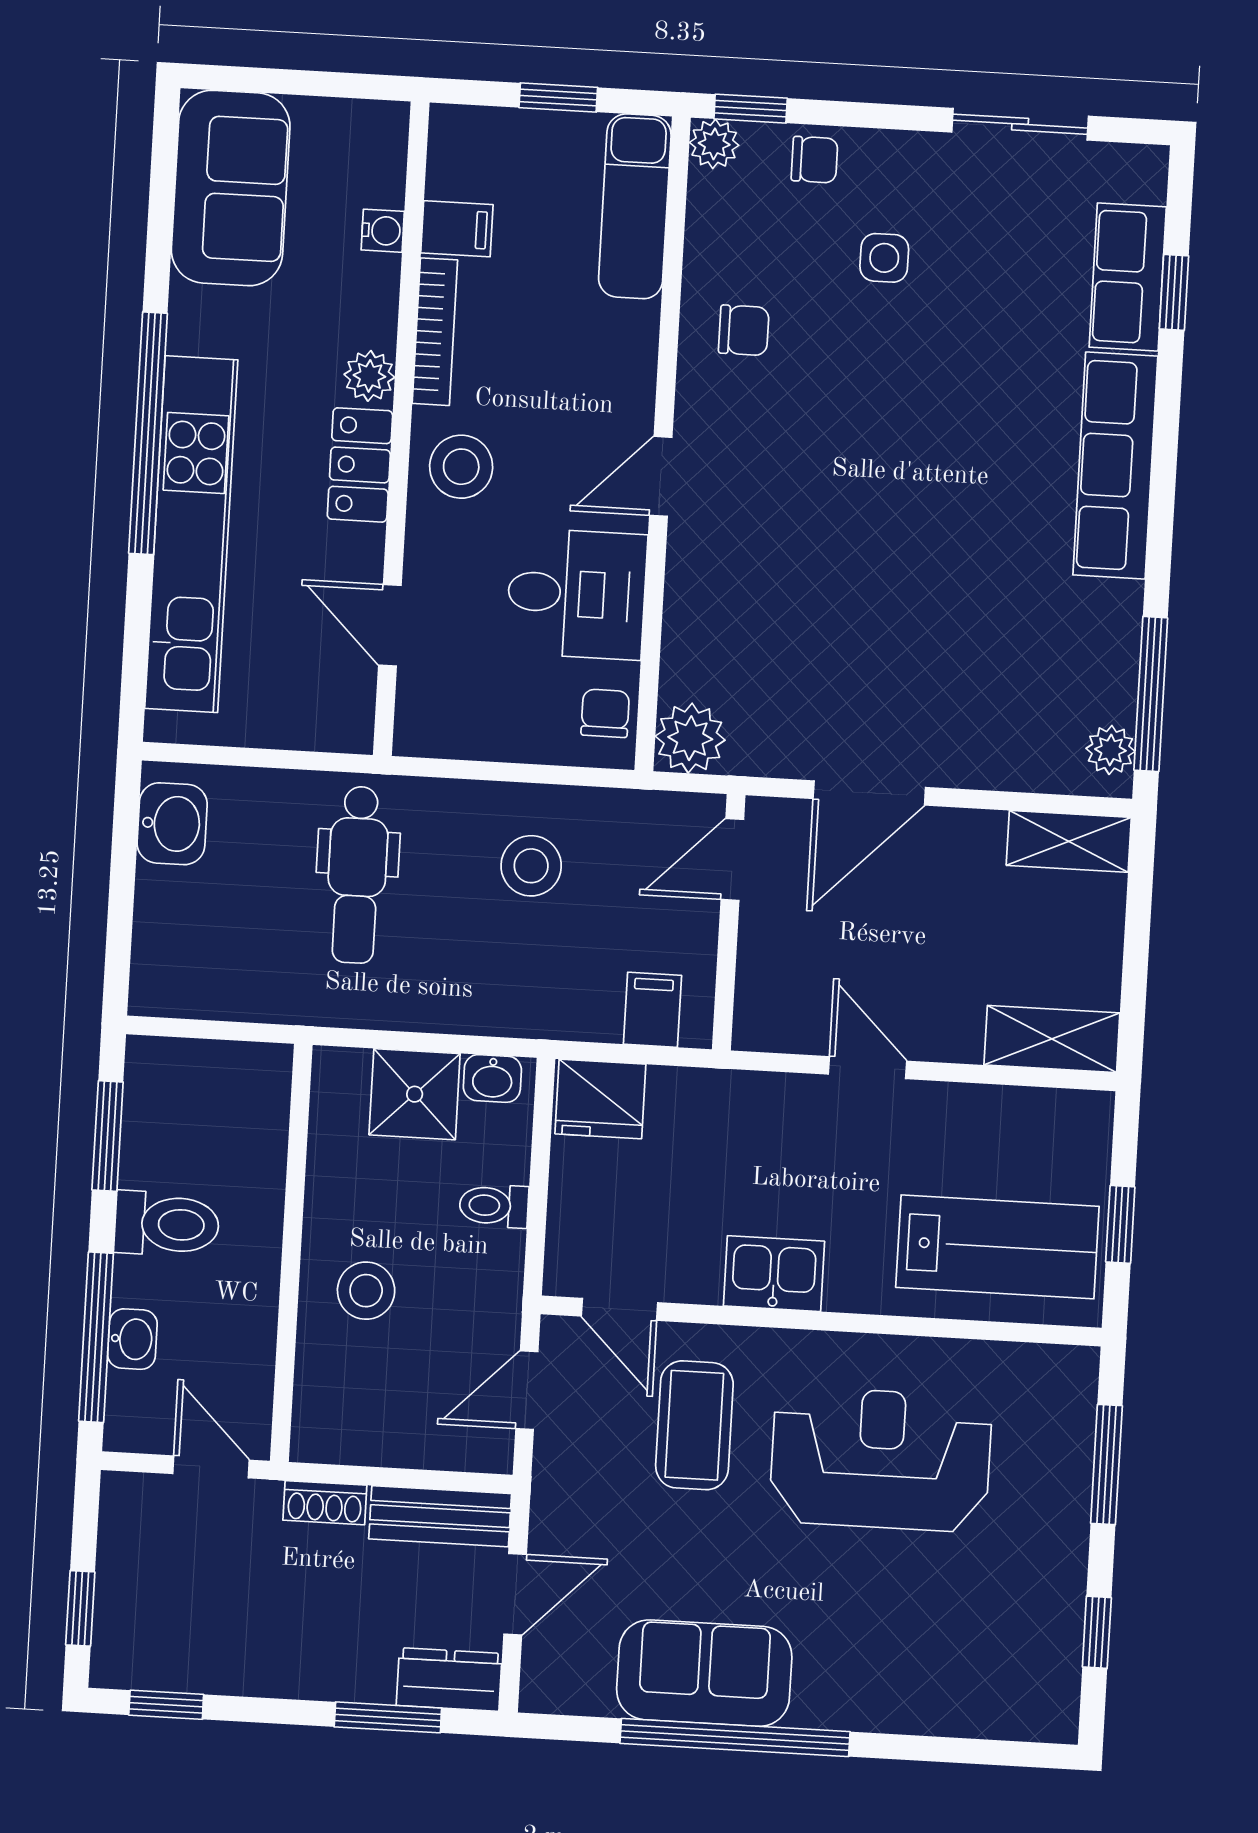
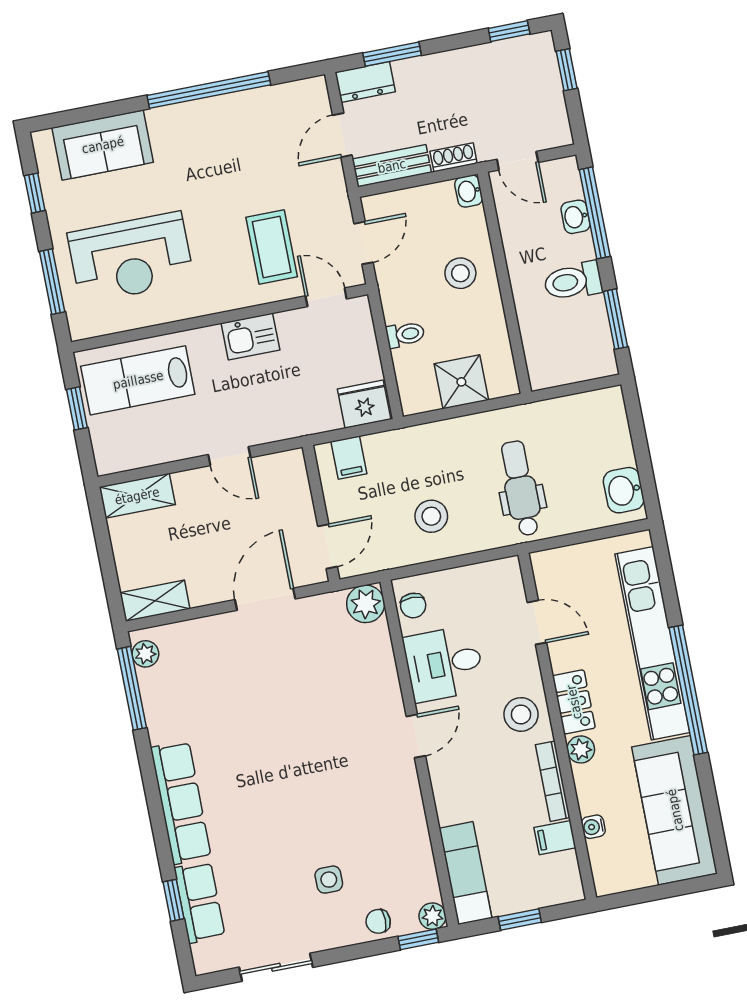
sofa: (231, 188) -> (675, 810), width x1.36
chair: (744, 330) -> (392, 823), removed
washbasin: (492, 1078) -> (469, 191), moved, turned -90
reception desk: (881, 1459) -> (131, 258), moved
sofa: (704, 1673) -> (103, 145), moved

